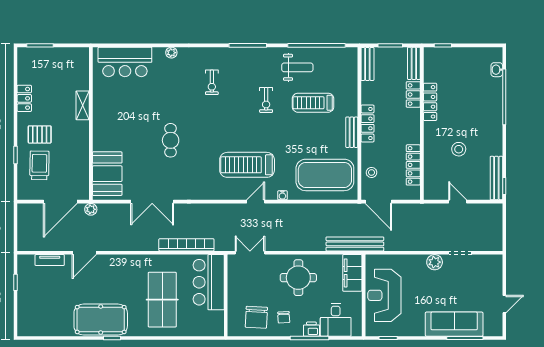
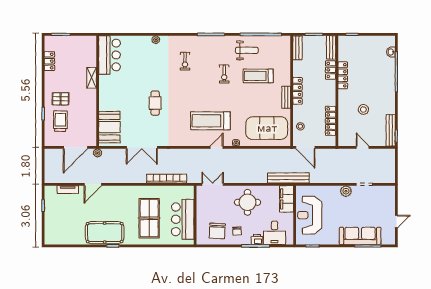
bar counter: (125, 62) -> (109, 55), moved, turned -90
locker: (24, 98) -> (49, 61), moved
bar counter: (209, 282) -> (183, 219), moved

